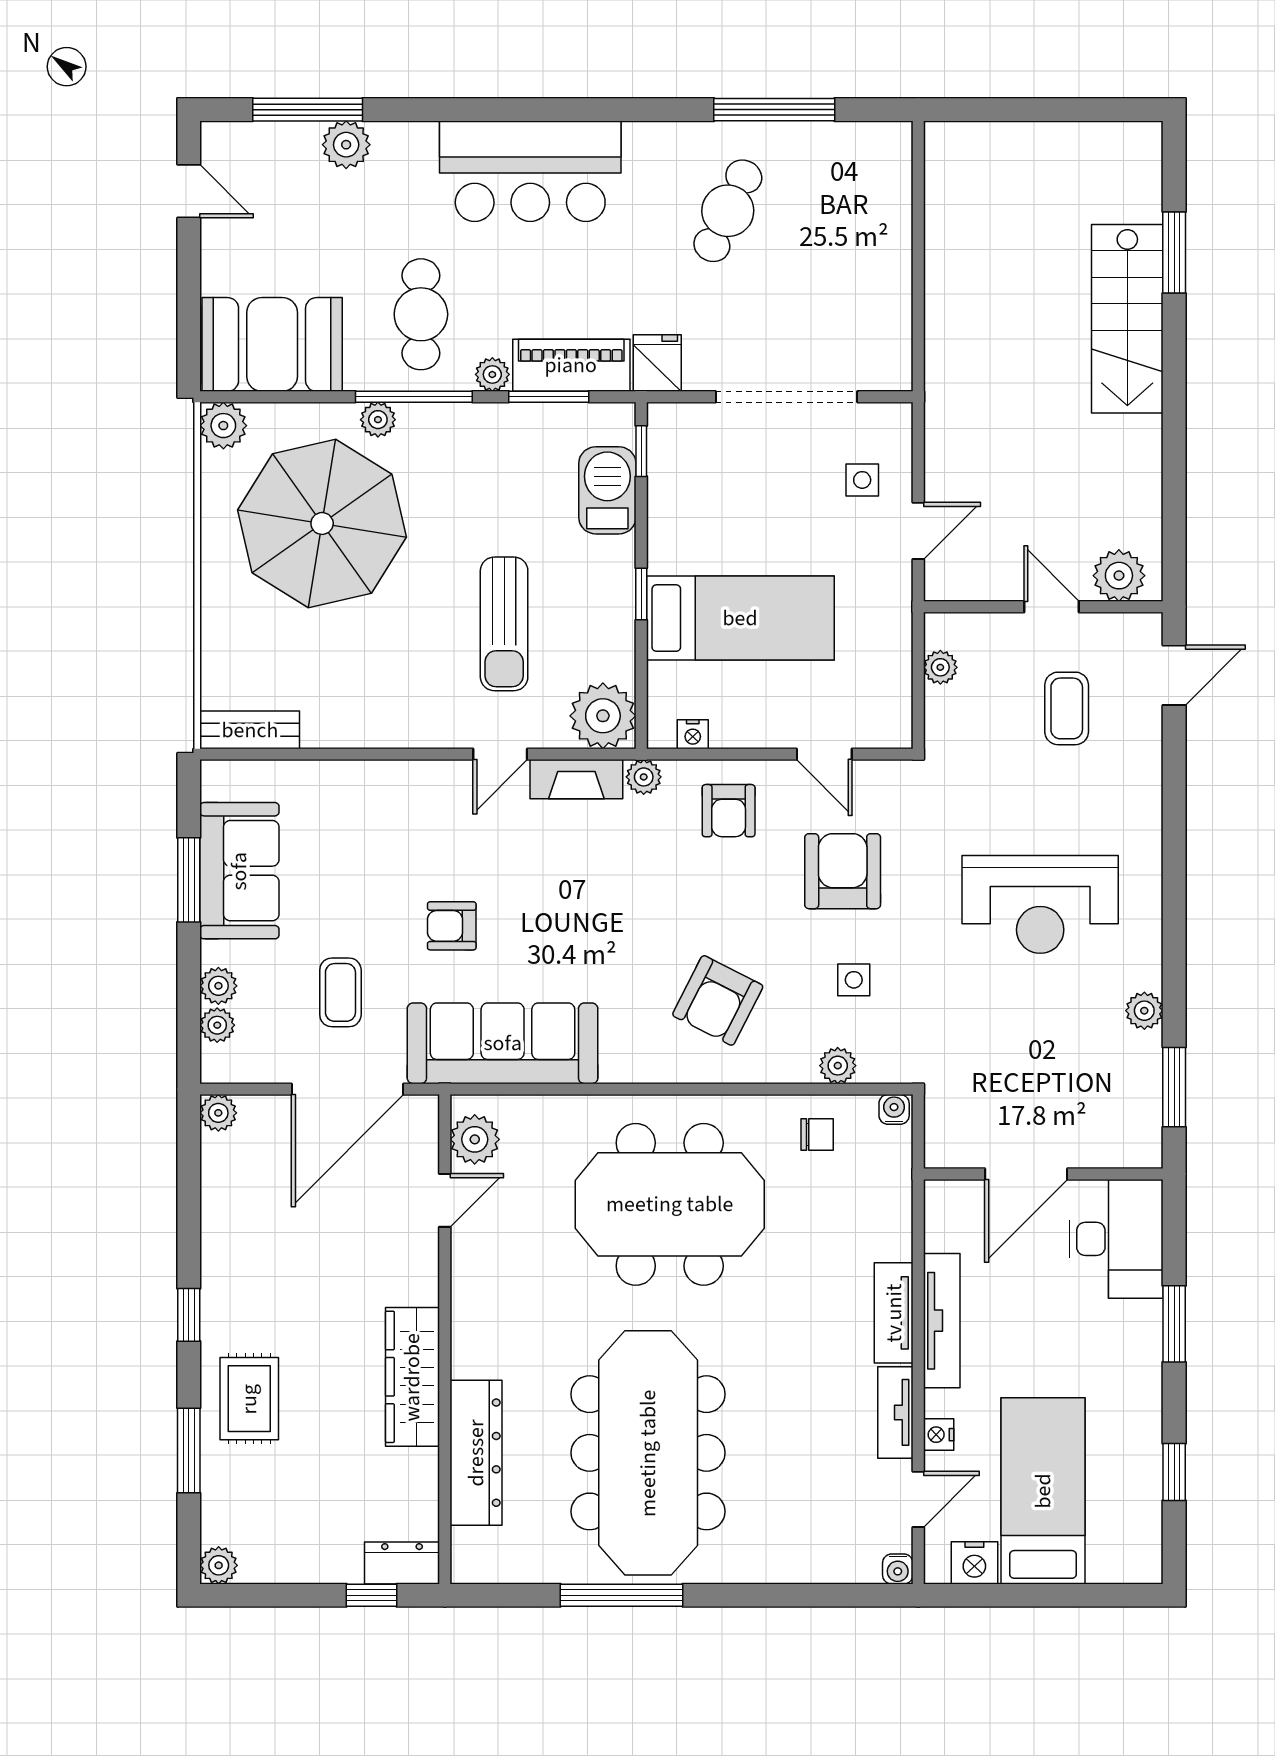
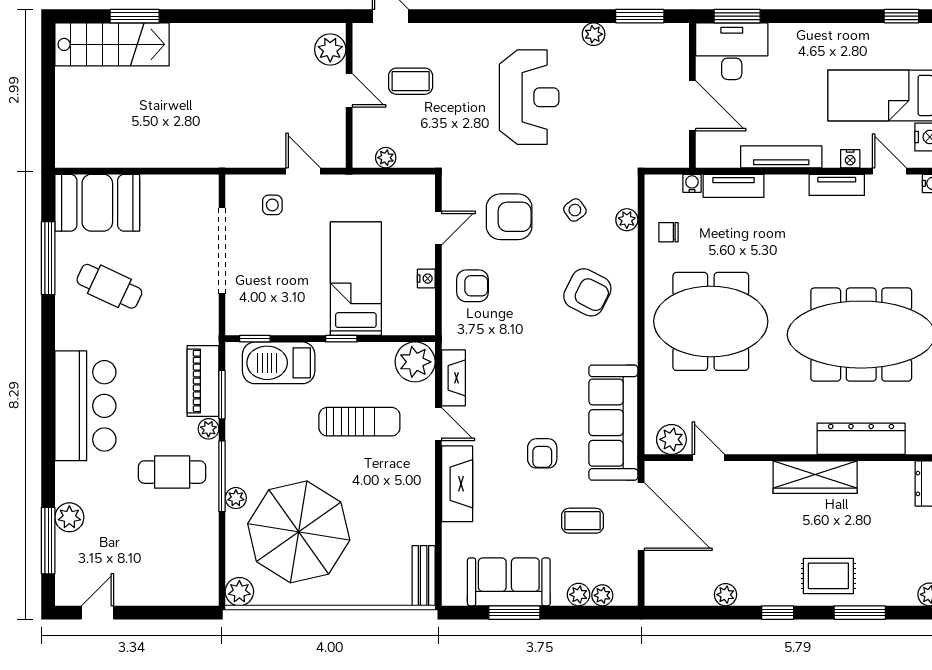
stairs: (1127, 319) -> (112, 44), moved
booth: (272, 344) -> (97, 203), moved, turned 90
fridge: (657, 363) -> (202, 329), removed
barbecue: (607, 490) -> (279, 363), width x1.37, depth x1.21
door: (1052, 607) -> (349, 90), swing flipped
nightstand: (693, 734) -> (426, 279), moved
plant: (644, 777) -> (452, 337), removed
fireplace: (402, 785) -> (457, 484), added
armchair: (843, 871) -> (509, 217), turned 180
side table: (854, 980) -> (575, 210), turned -36
water cooler: (894, 1109) -> (692, 183), moved, turned 90
plant: (218, 1113) -> (726, 595), moved
chair: (817, 1134) -> (668, 232), turned -90
meeting table: (670, 1204) -> (711, 321), turned 90
tv unit: (894, 1313) -> (734, 186), moved
window: (1174, 1324) -> (737, 16), moved
window: (1174, 1472) -> (901, 16), moved

